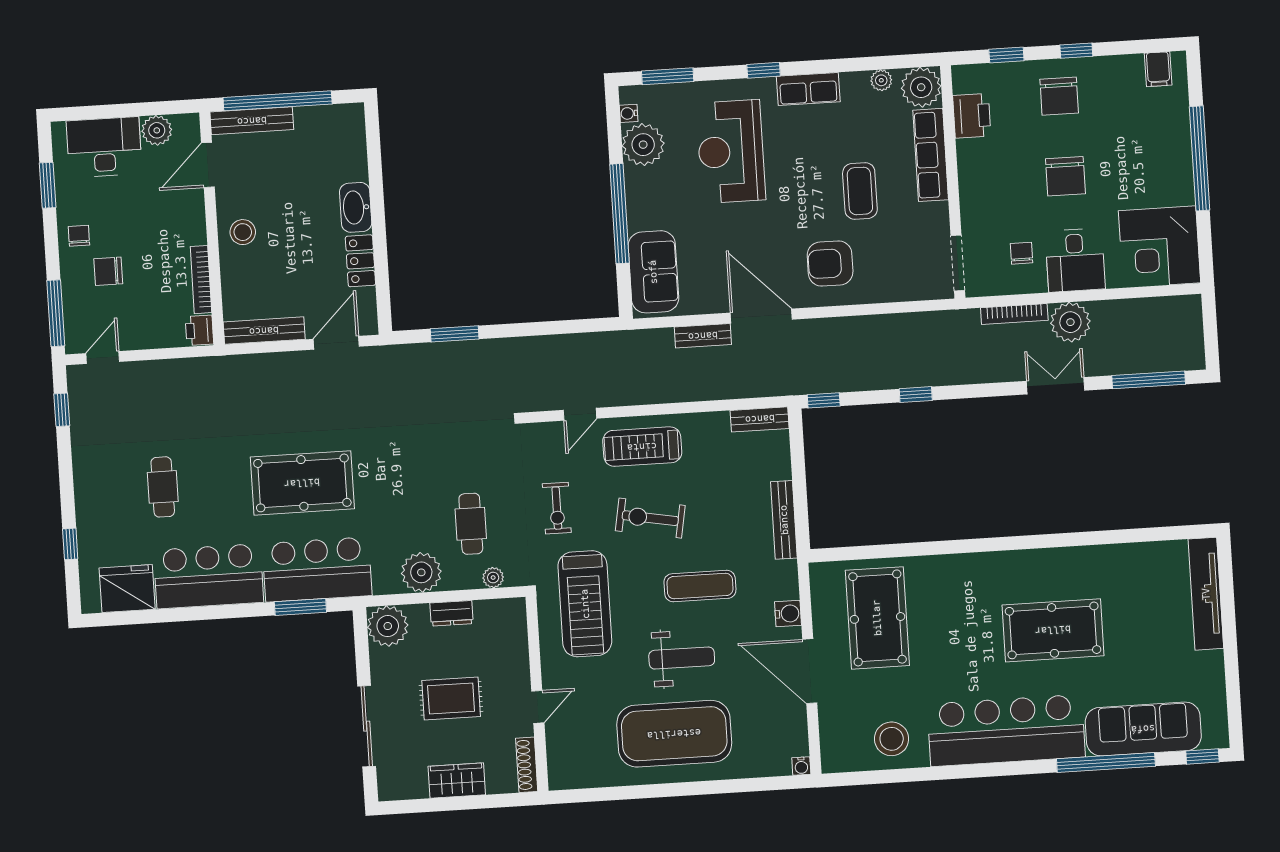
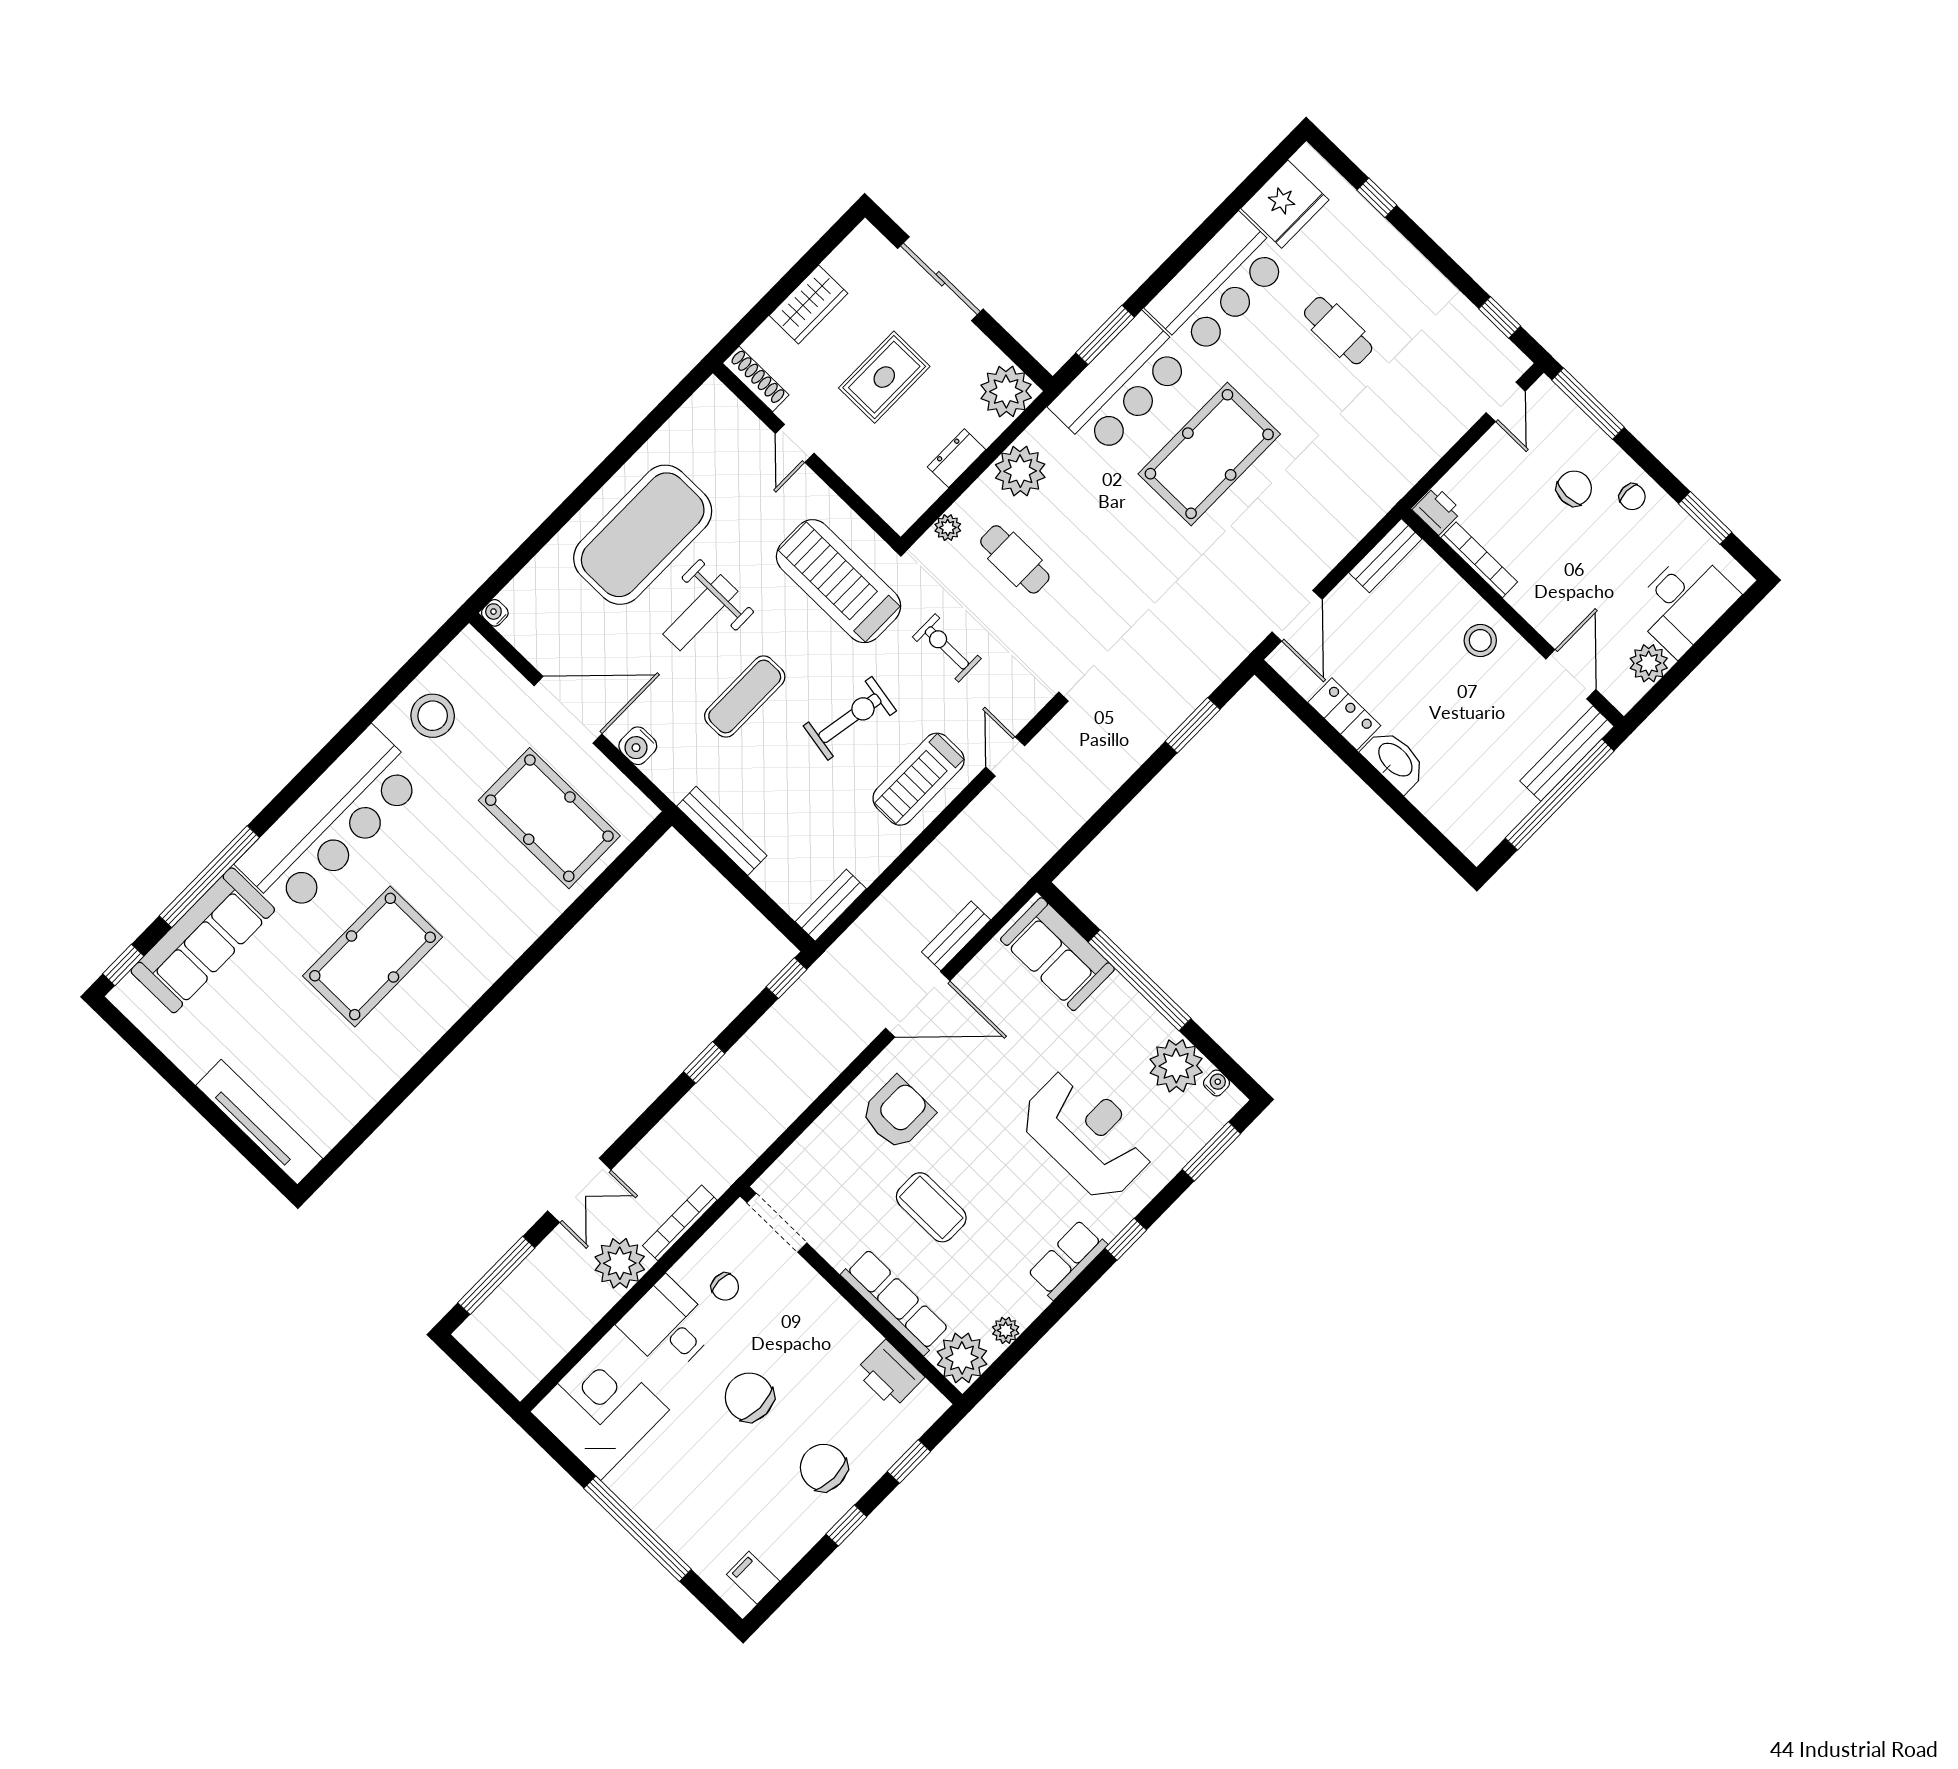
bench: (264, 331) -> (1385, 556), width x0.73
treadmill: (642, 447) -> (919, 779), turned 180

